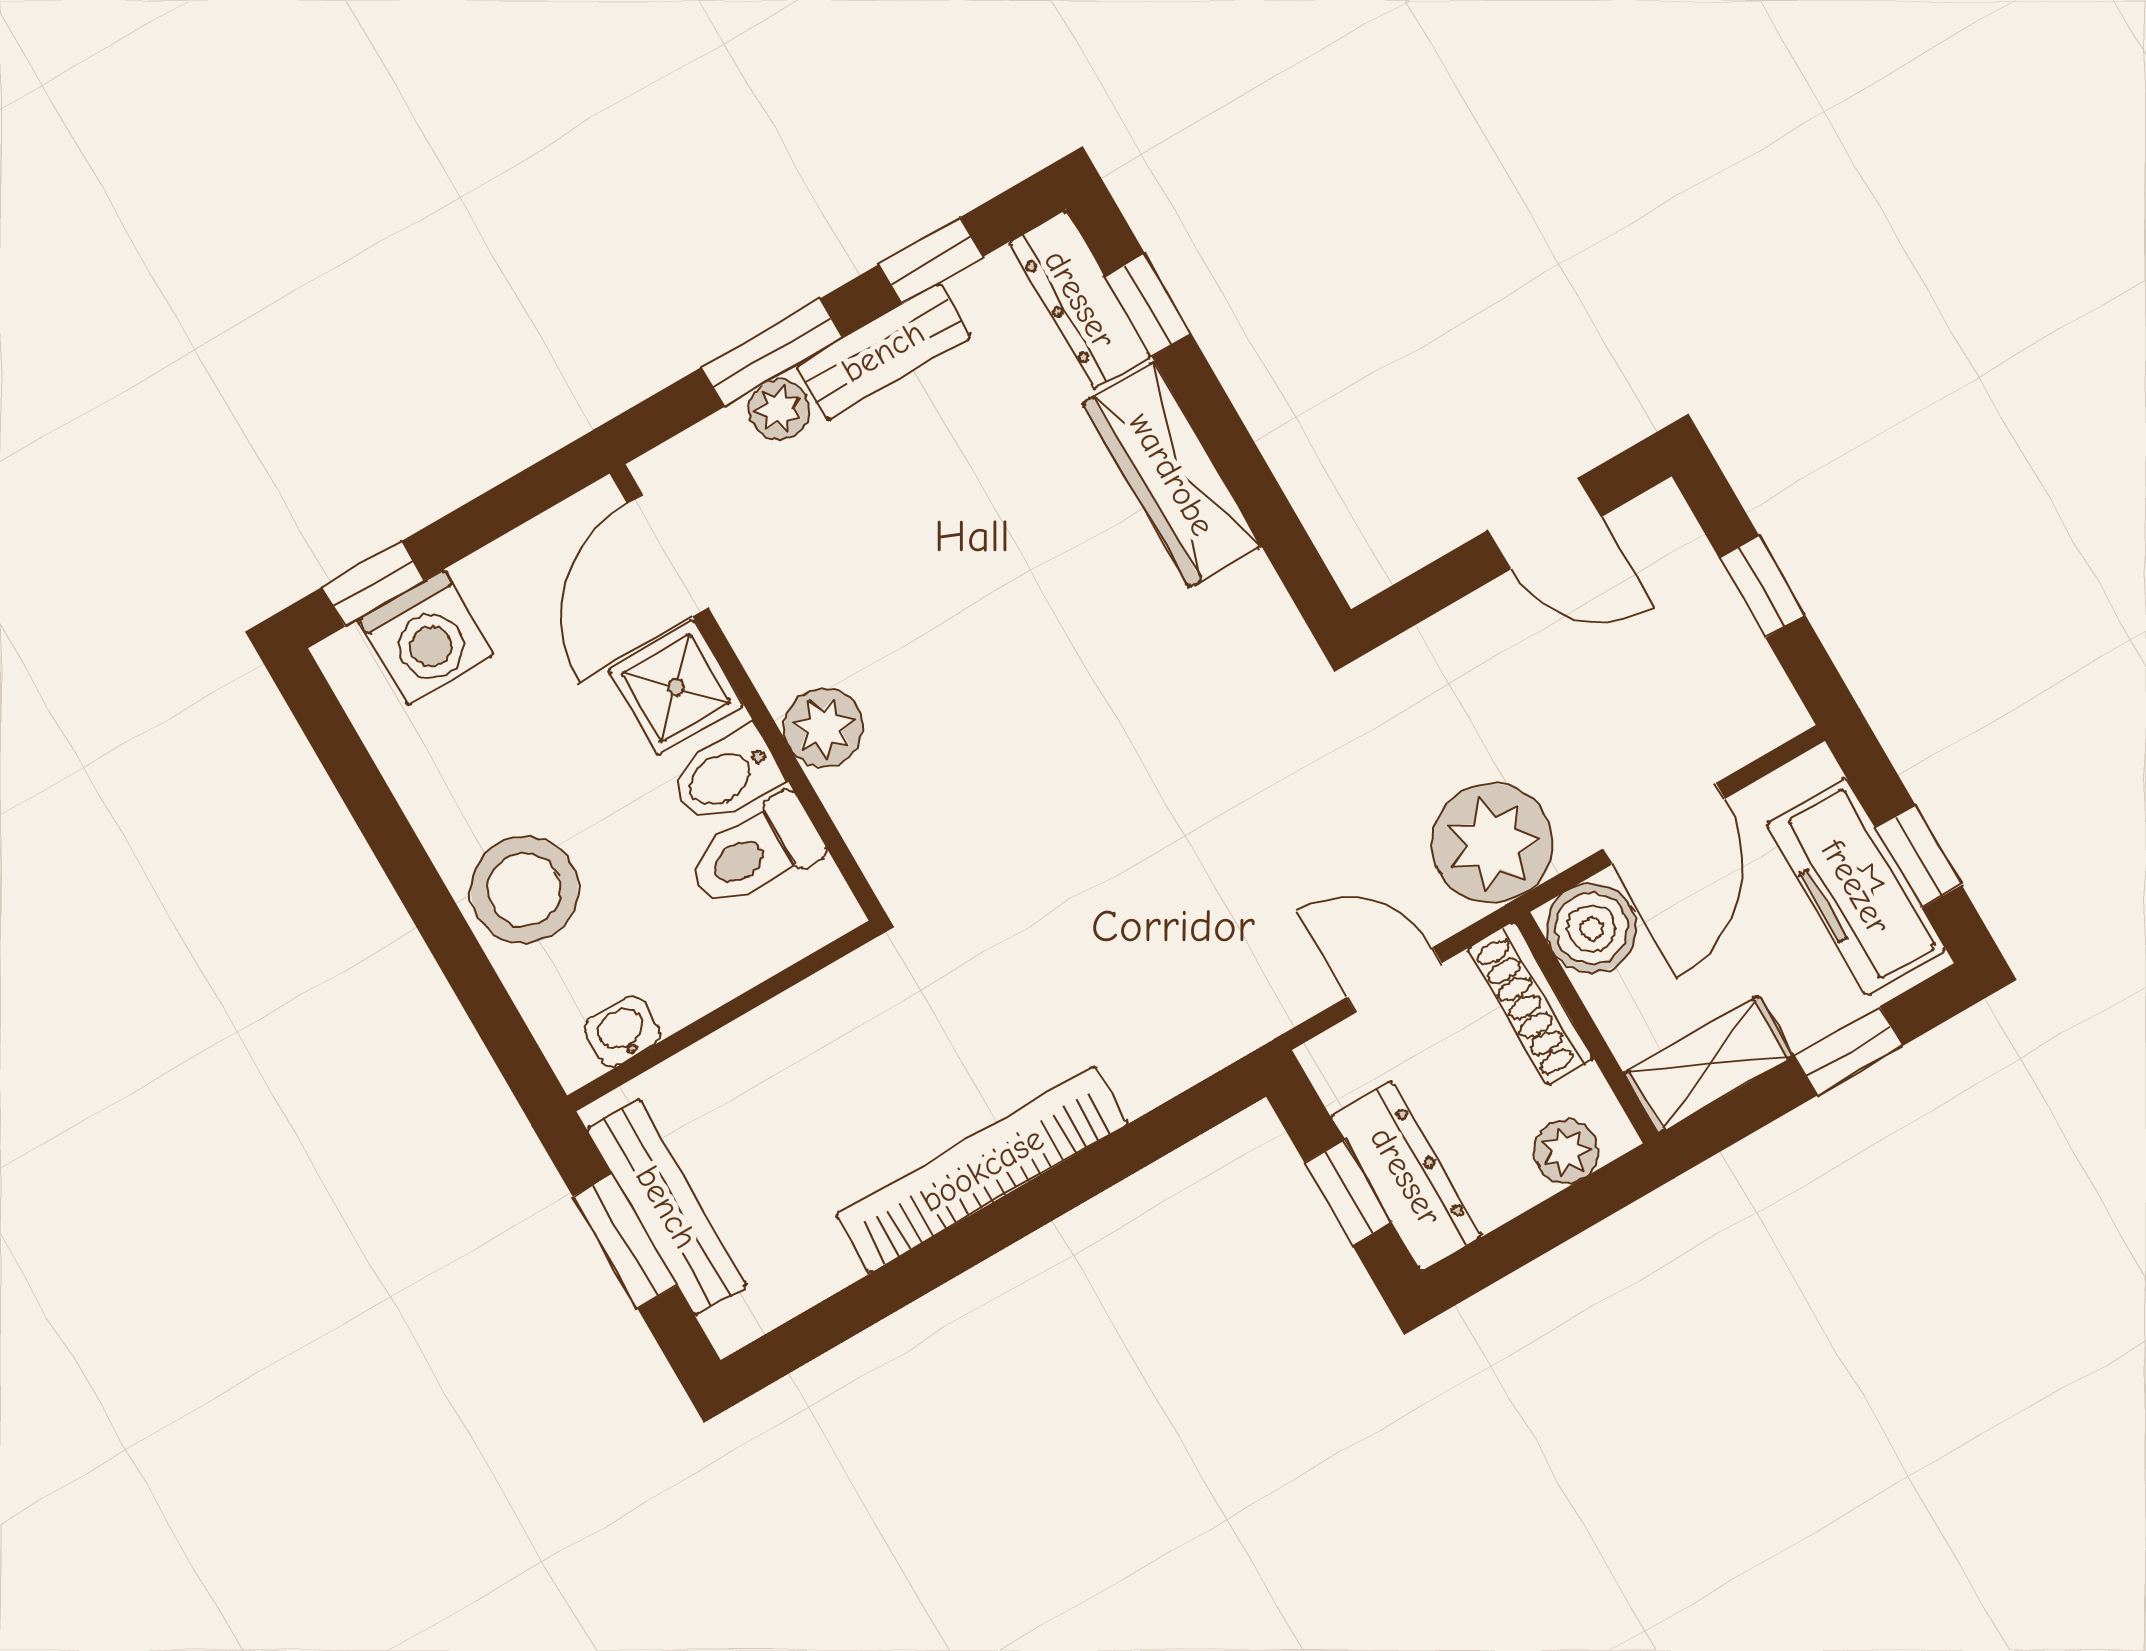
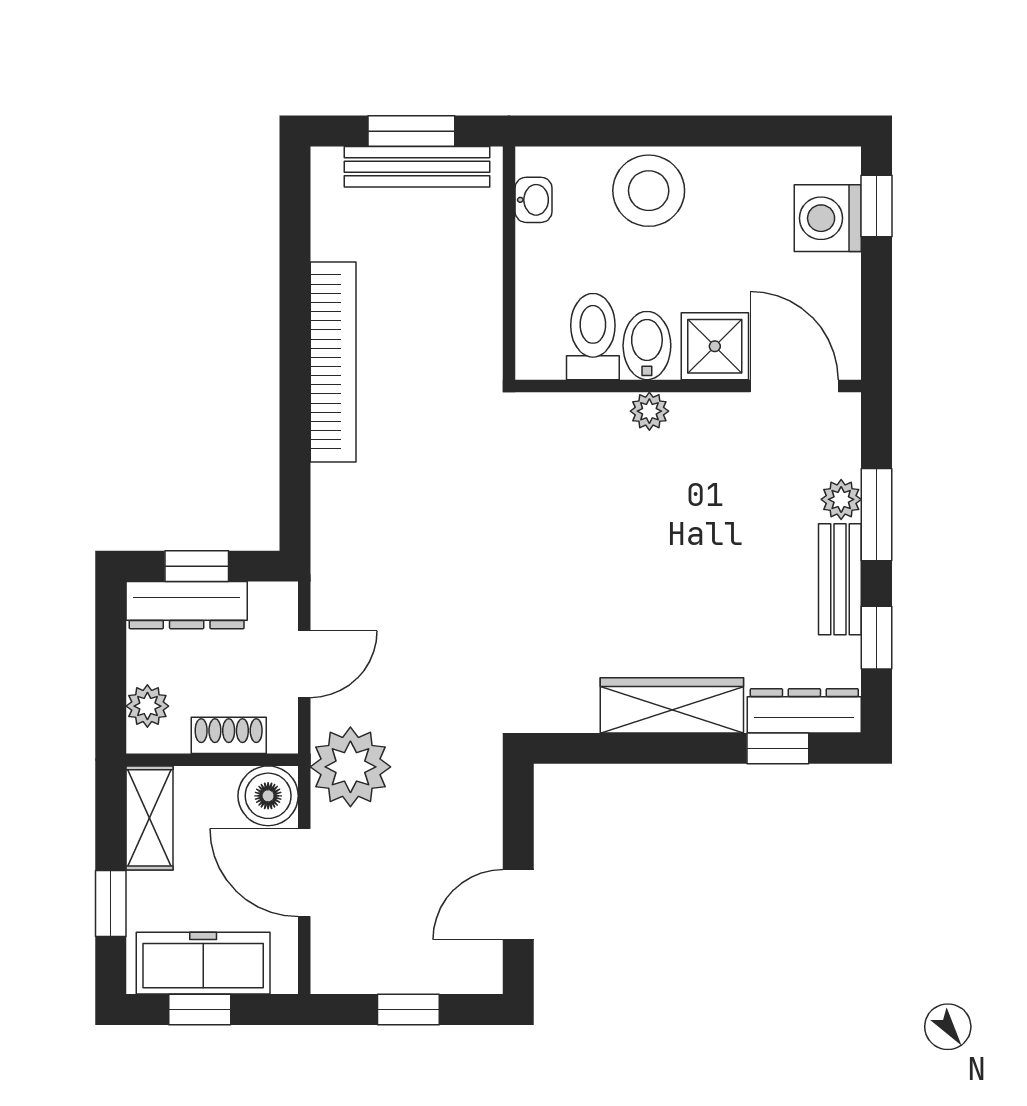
plant: (823, 727) -> (649, 411), width x0.73, depth x0.73
shoe rack: (1531, 1004) -> (229, 735), width x0.70

